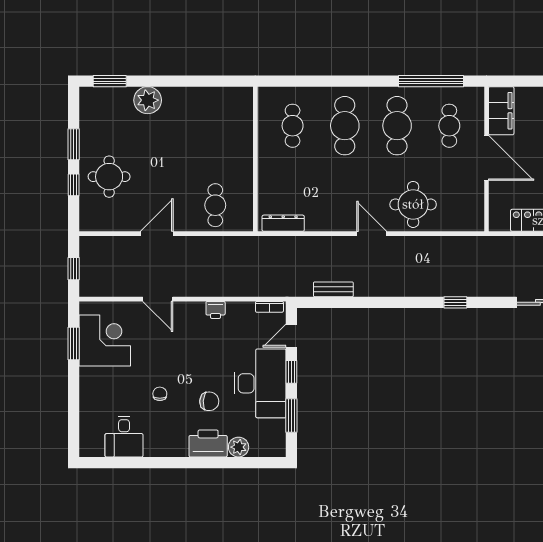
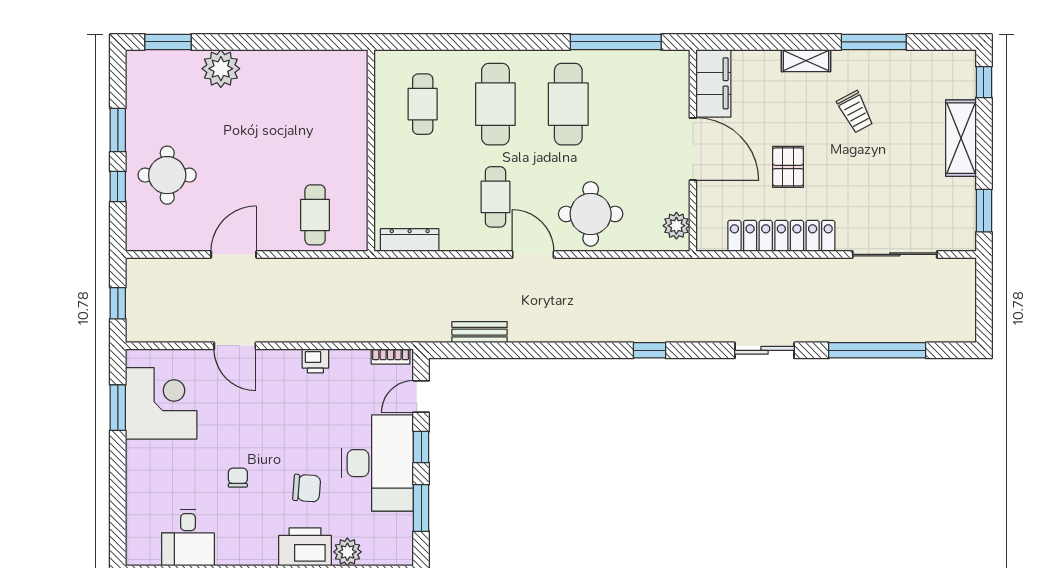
cafe table: (449, 126) -> (495, 197), moved
plant: (475, 213) -> (676, 226), added

